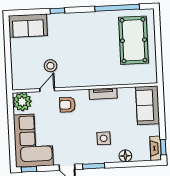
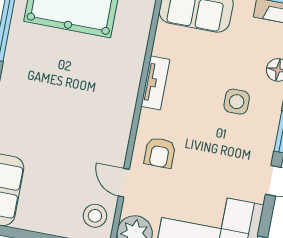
stool: (50, 66) -> (95, 216), moved

